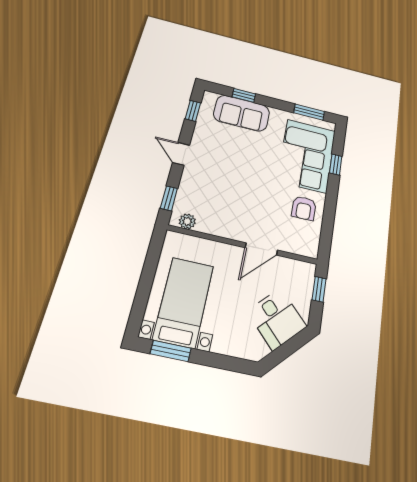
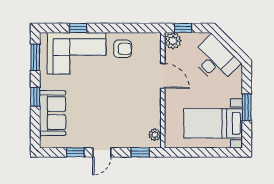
window: (244, 95) -> (35, 97), moved
window: (193, 111) -> (75, 152), moved
plant: (304, 272) -> (173, 41), added
desk: (277, 319) -> (215, 60), width x1.37
window: (171, 351) -> (247, 107), moved

